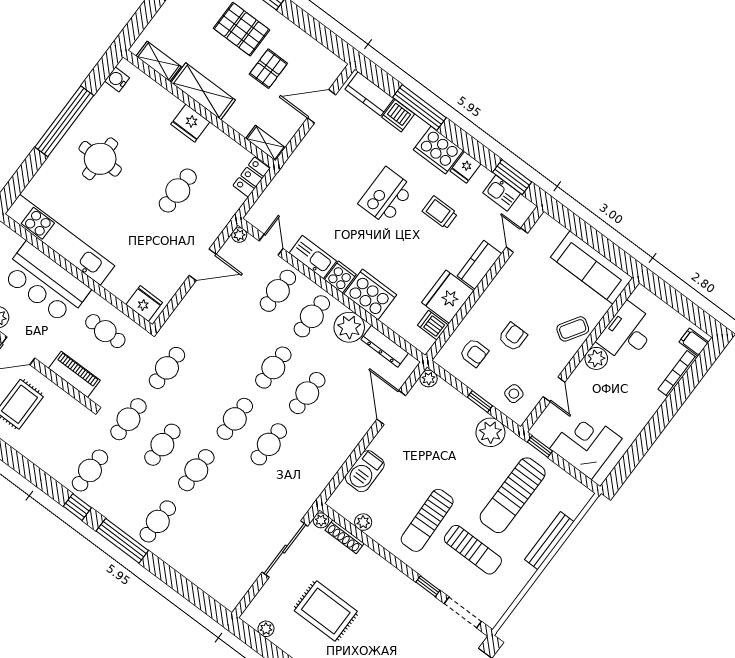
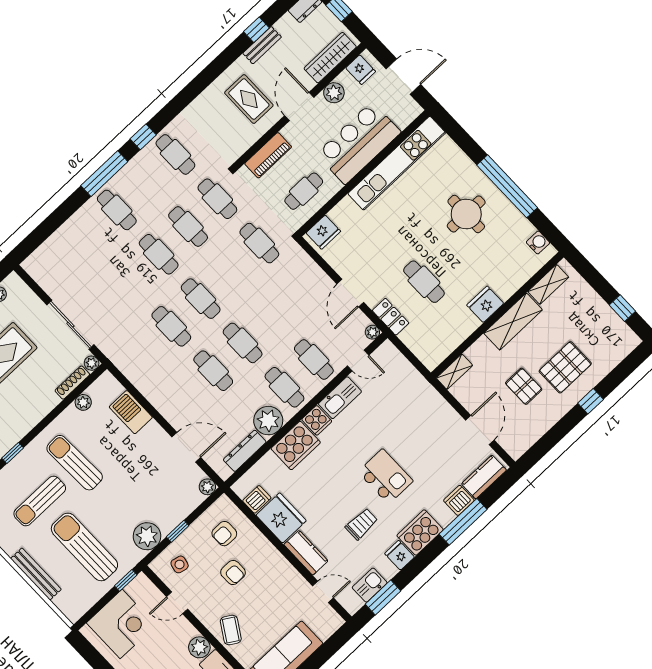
locker: (251, 177) -> (391, 317), moved

